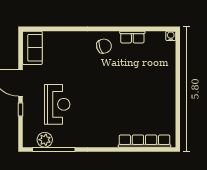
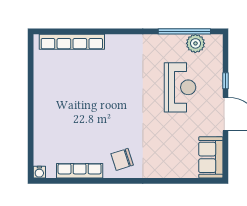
row of seats: (132, 37) -> (80, 171), width x1.48
reception desk: (57, 104) -> (180, 87), turned 180

